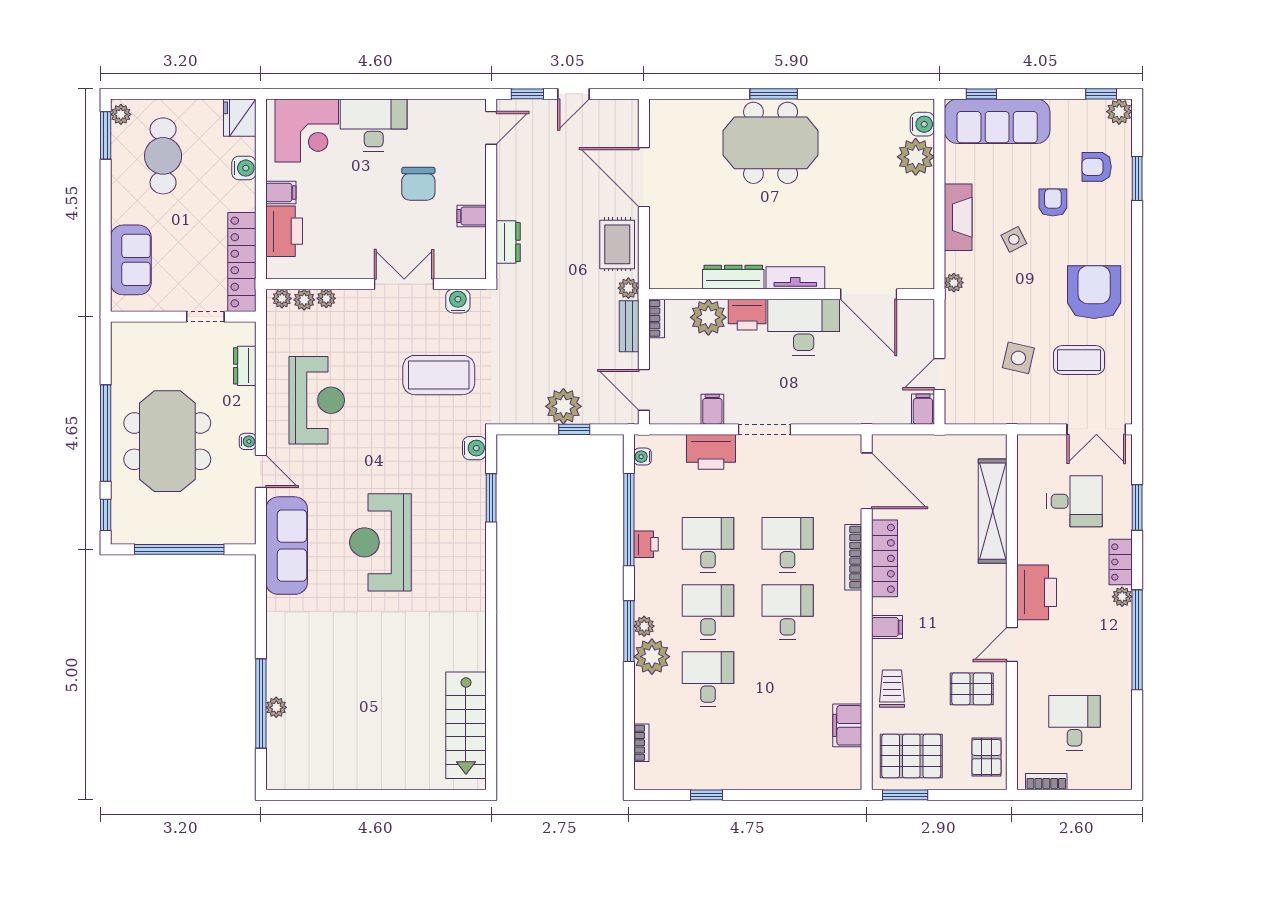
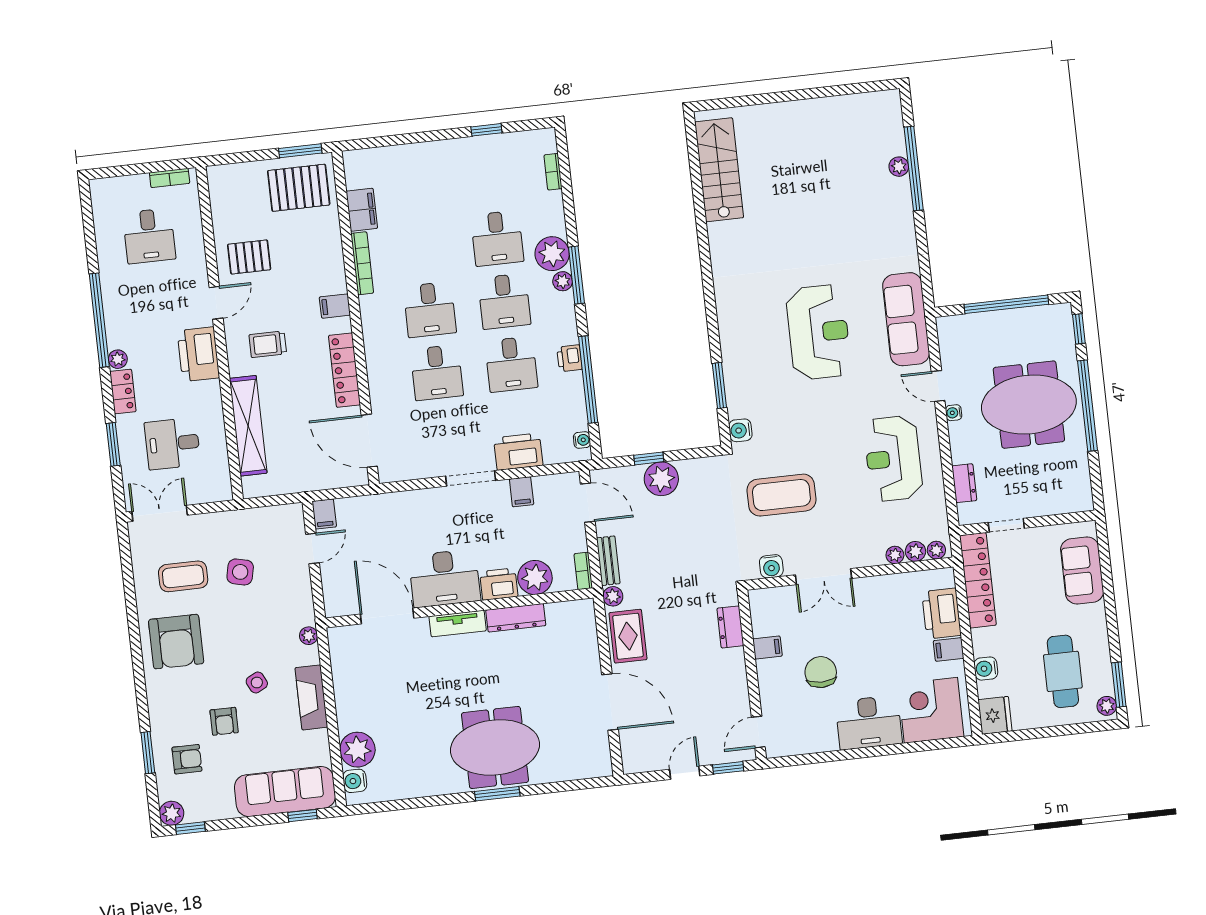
meeting table: (167, 441) -> (1029, 405), turned 90
bookcase: (853, 557) -> (362, 263), moved
trolley: (892, 689) -> (268, 344), moved, turned 90
pallet: (987, 757) -> (228, 195), removed

